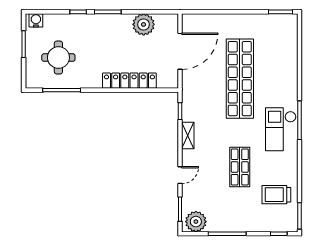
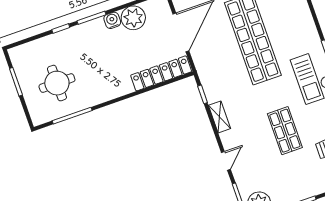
water cooler: (36, 20) -> (112, 20), moved
locker: (129, 81) -> (161, 73), moved

